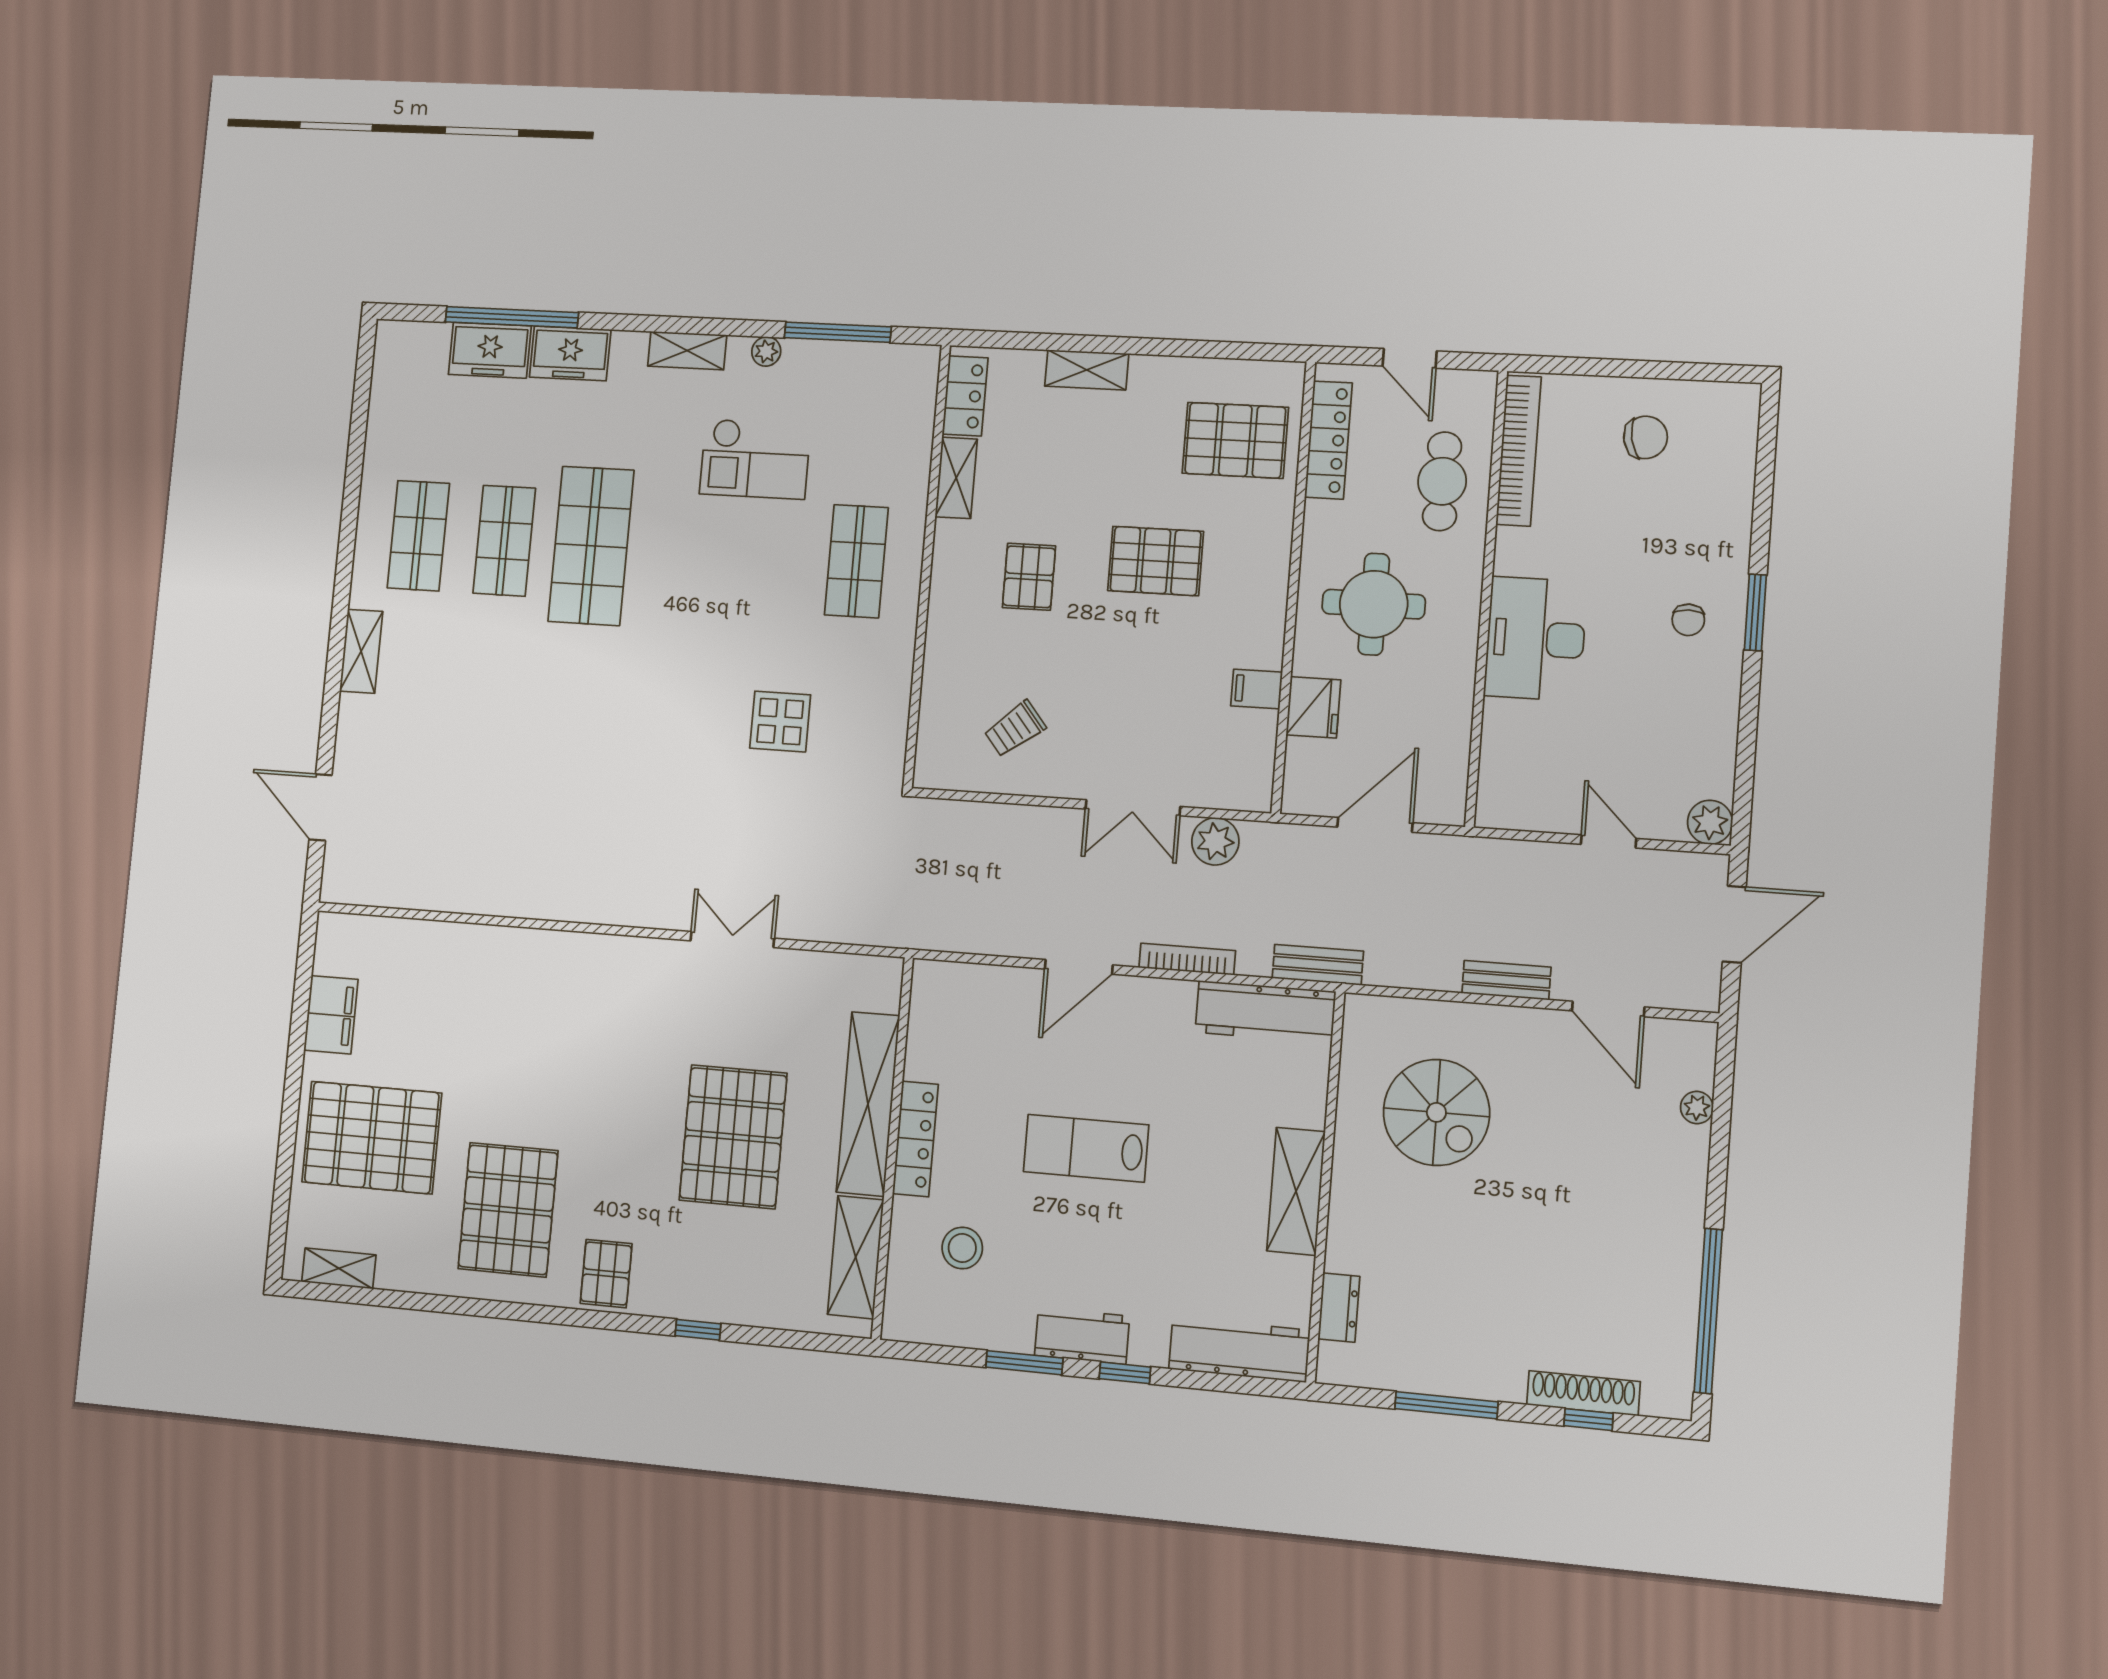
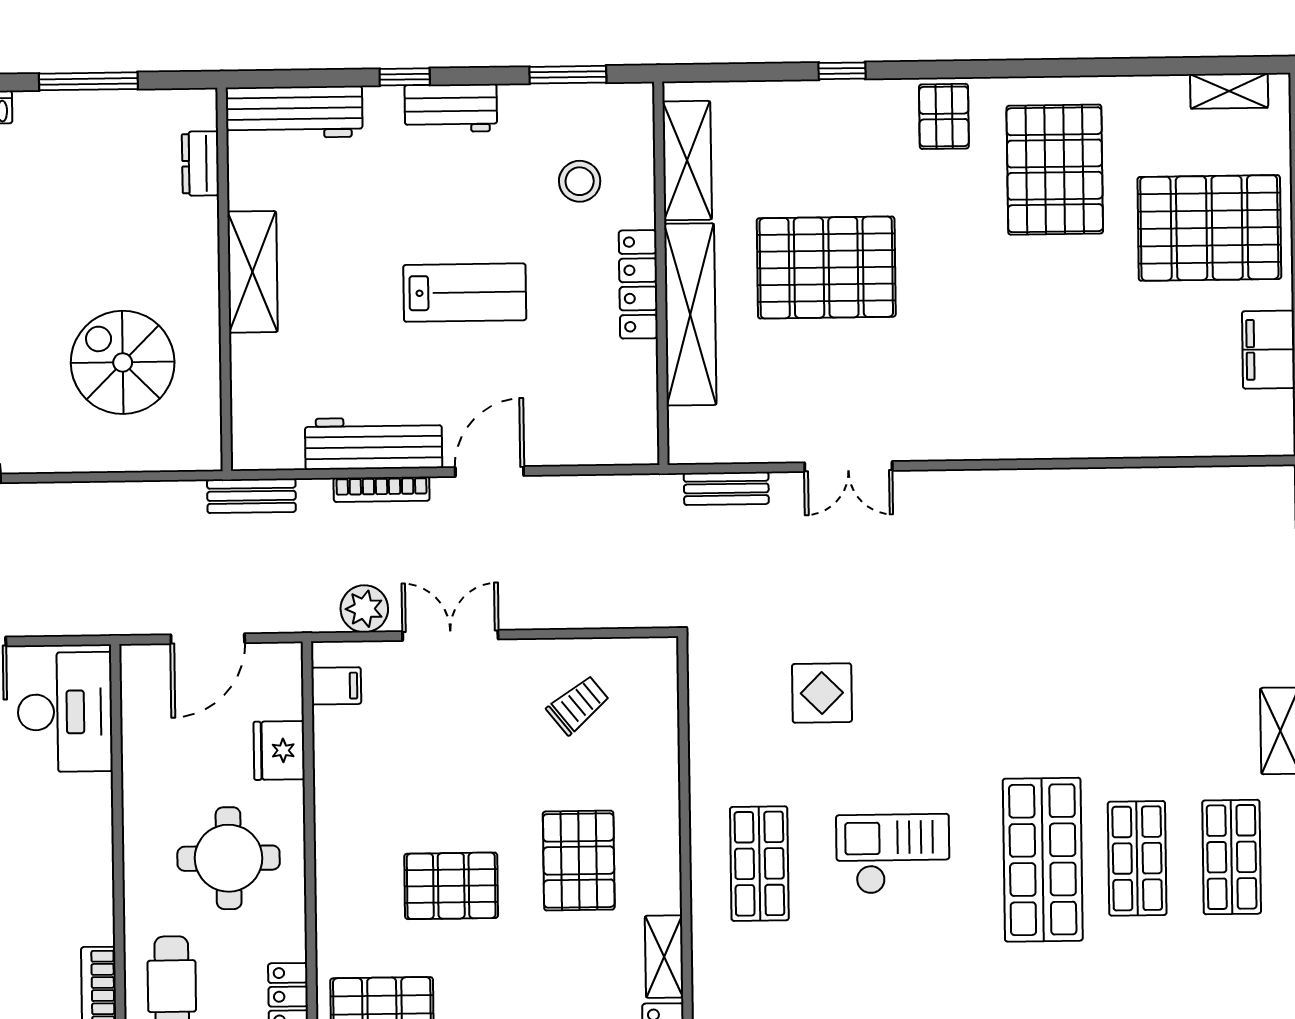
checkout: (755, 459) -> (893, 854), moved
pallet: (1029, 577) -> (579, 861), width x1.50, depth x1.42
desk: (1535, 639) -> (65, 712), moved
filing cabinet: (1257, 689) -> (336, 686), moved
bench: (1506, 980) -> (726, 488), moved
workbench: (1265, 1012) -> (374, 443), moved
pallet: (733, 1137) -> (826, 267), turned 90
window: (1024, 1363) -> (568, 75), moved

